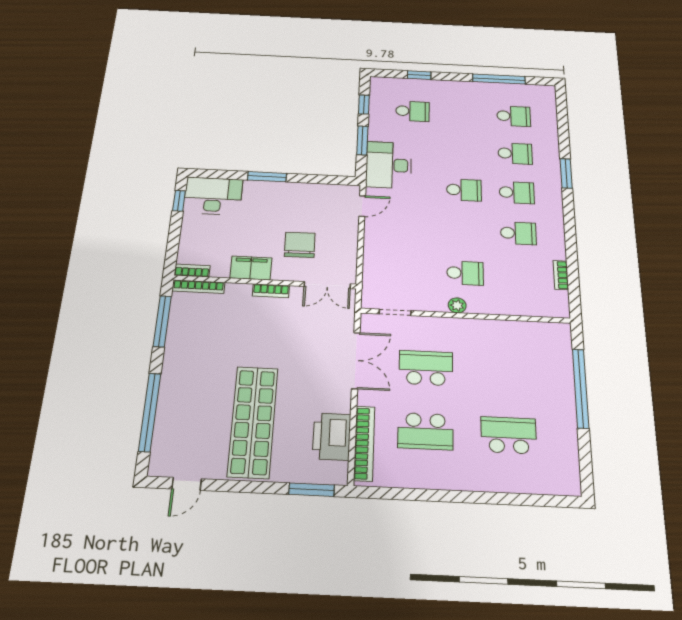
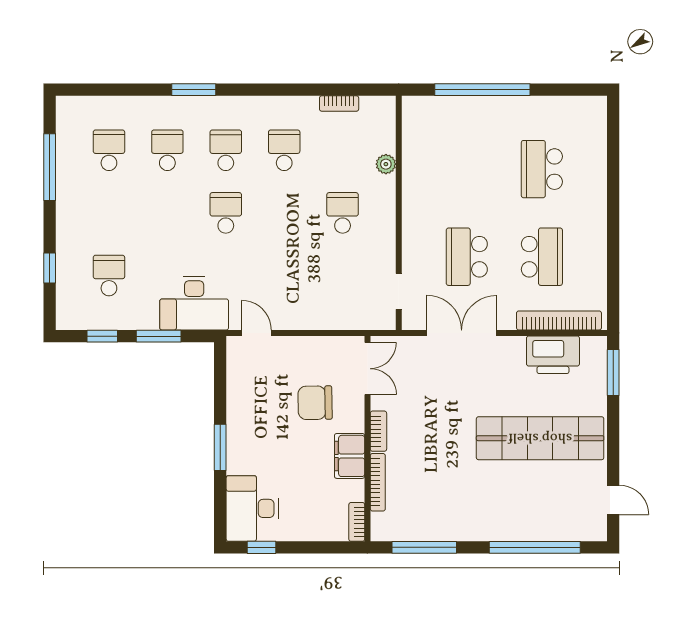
bookcase: (198, 287) -> (378, 482), moved
plant: (457, 305) -> (386, 164), moved

